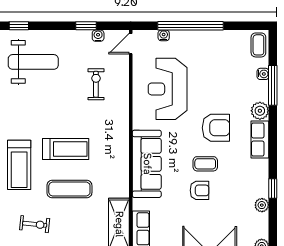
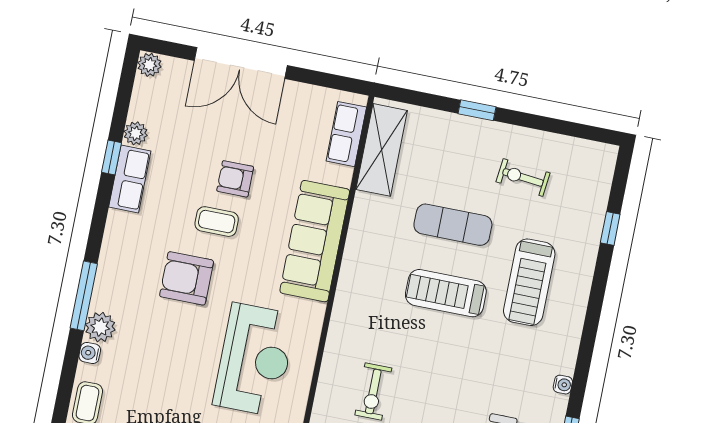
window: (273, 85) -> (84, 296), moved
plant: (260, 111) -> (100, 327), moved
row of seats: (260, 139) -> (130, 179), moved
treadmill: (19, 165) -> (529, 282), turned 180

